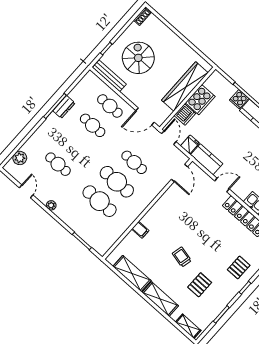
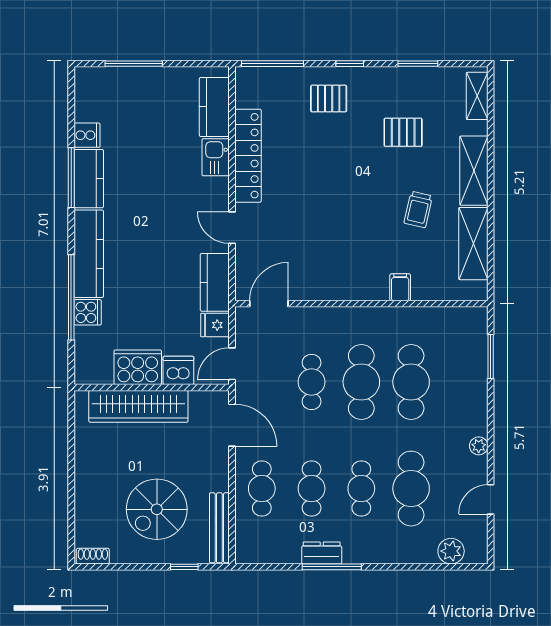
cafe table: (75, 145) -> (361, 489), added
cafe table: (58, 164) -> (411, 489), width x1.37, depth x1.35
trolley: (182, 257) -> (418, 209), moved

